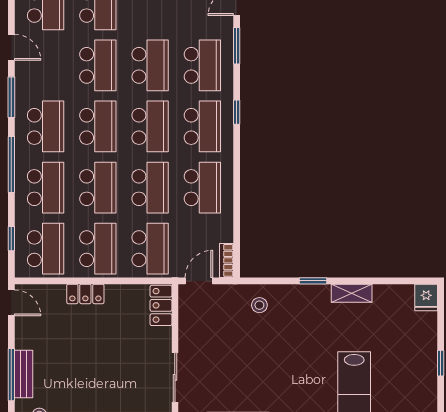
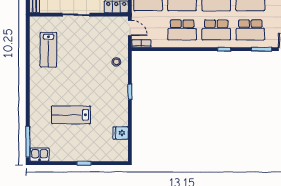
shelving: (352, 293) -> (123, 113), removed
fridge: (426, 297) -> (121, 133), moved

